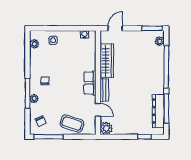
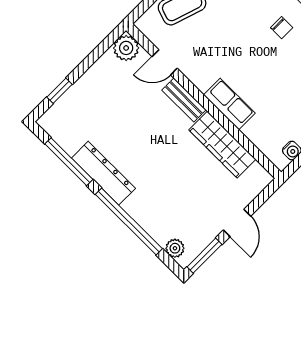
door: (115, 28) -> (237, 223), moved
row of seats: (90, 83) -> (229, 104), moved
dresser: (158, 111) -> (103, 173), moved

